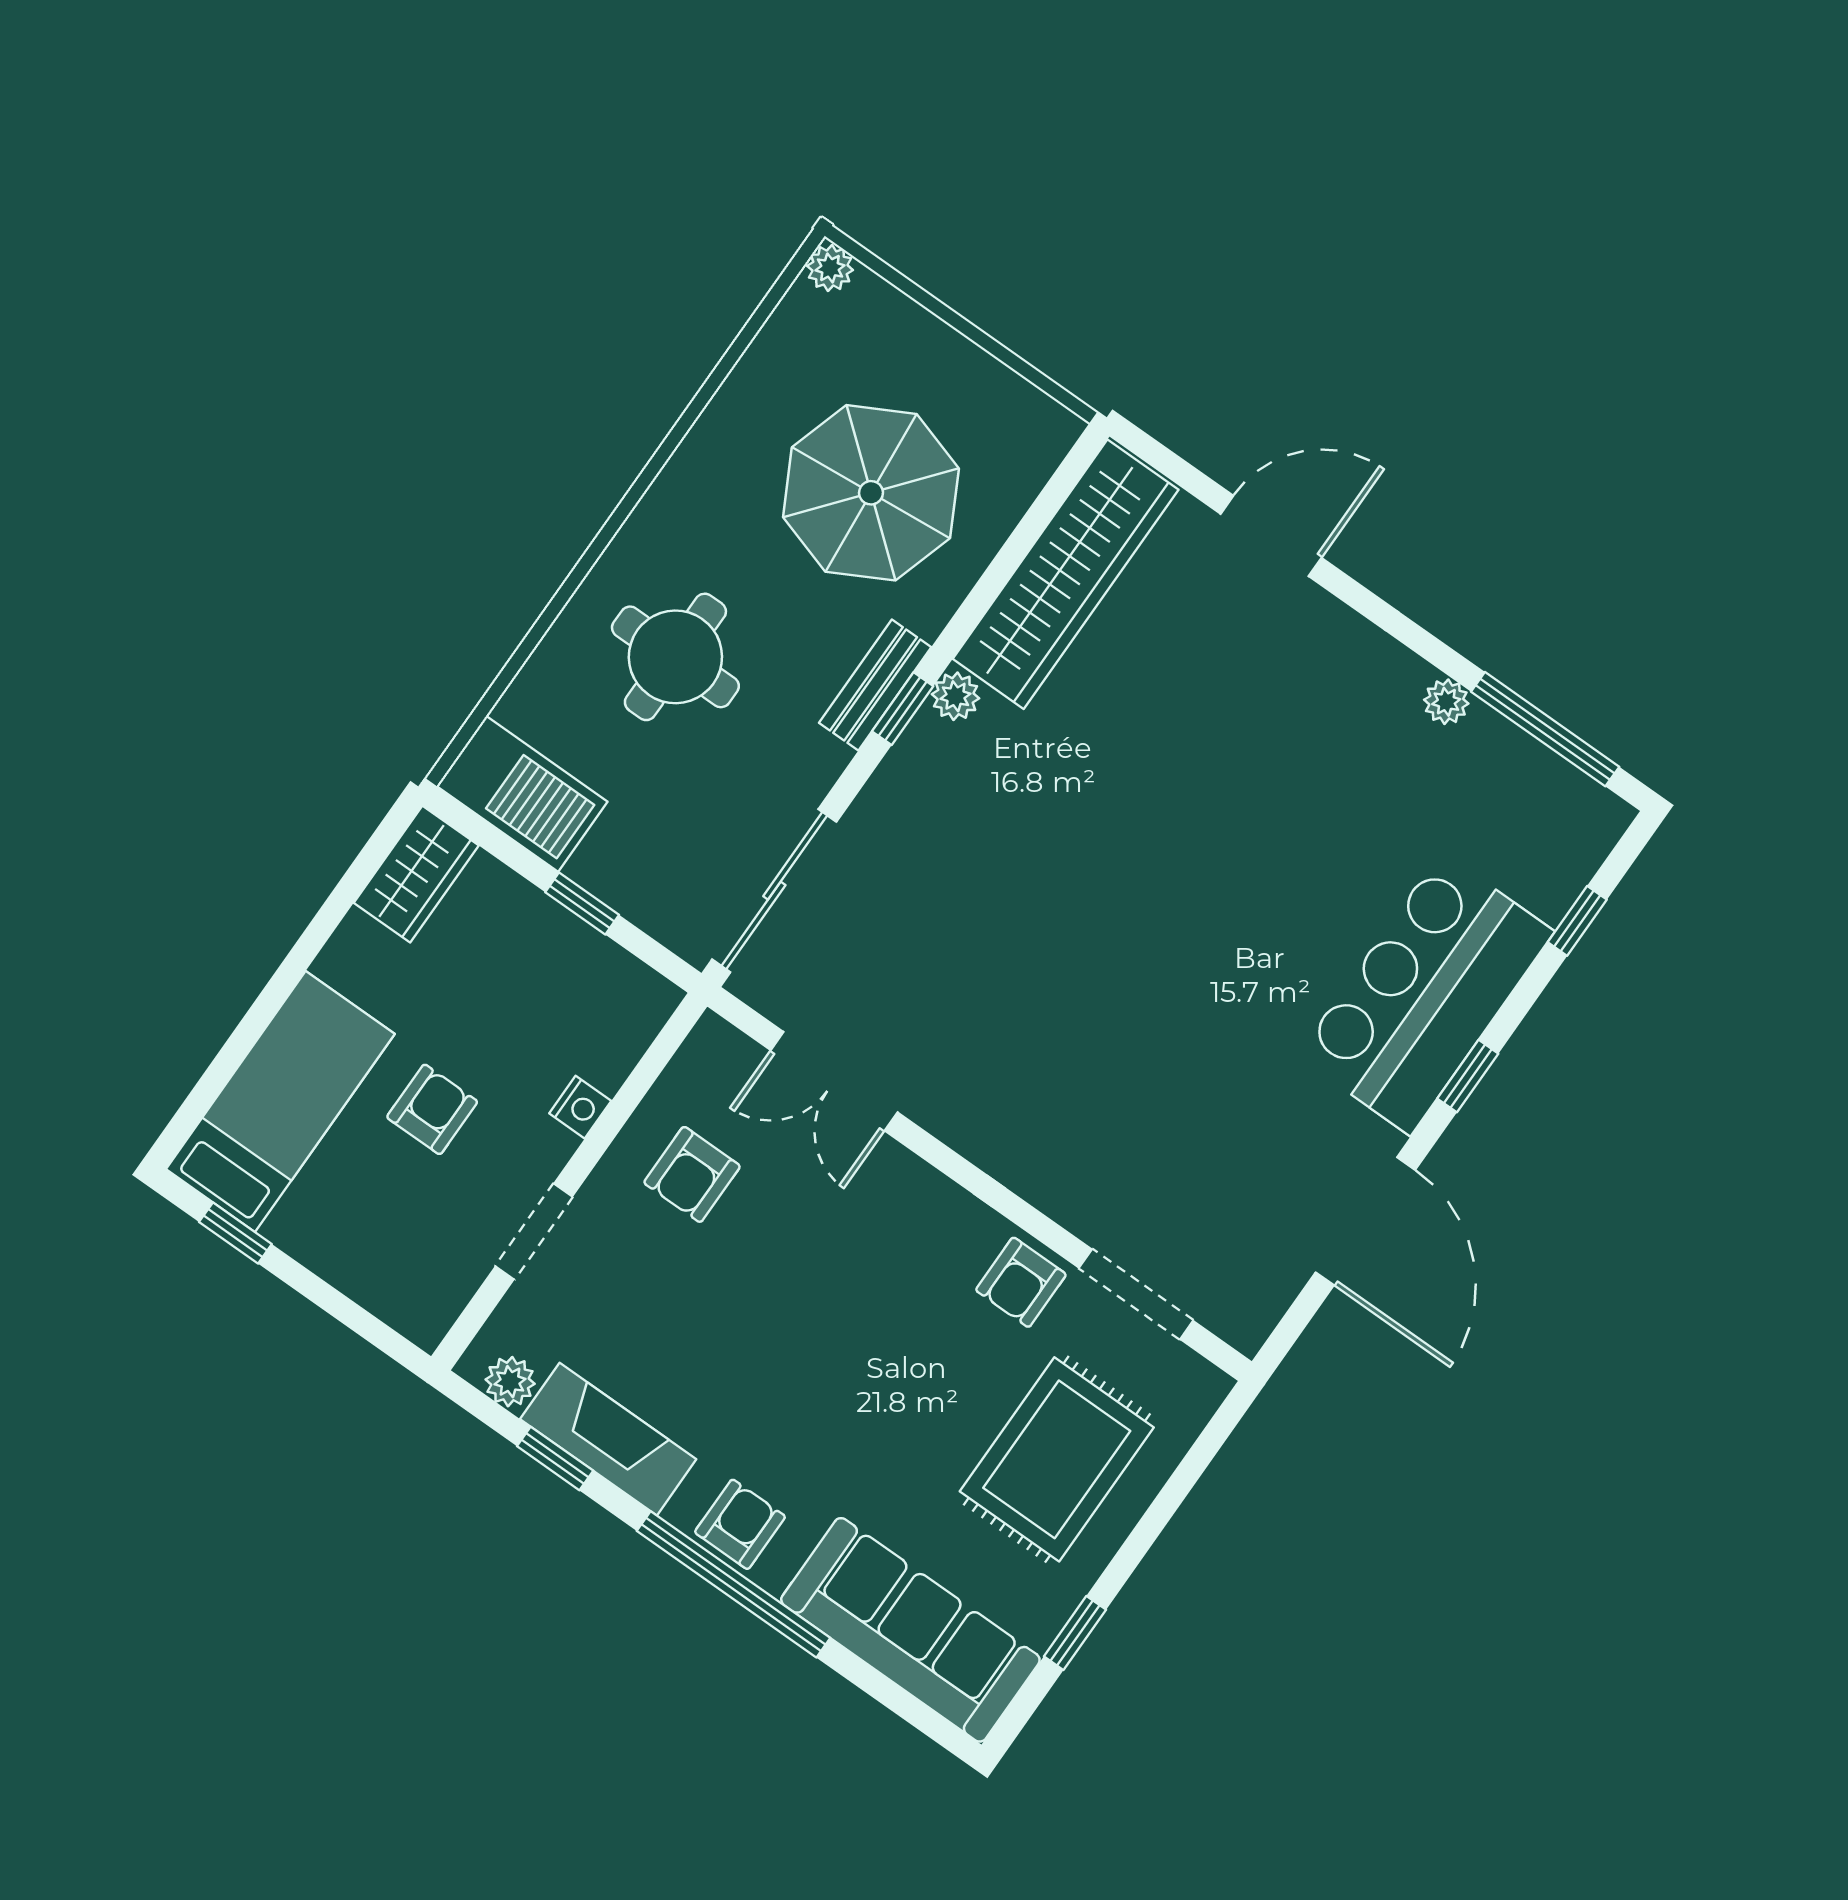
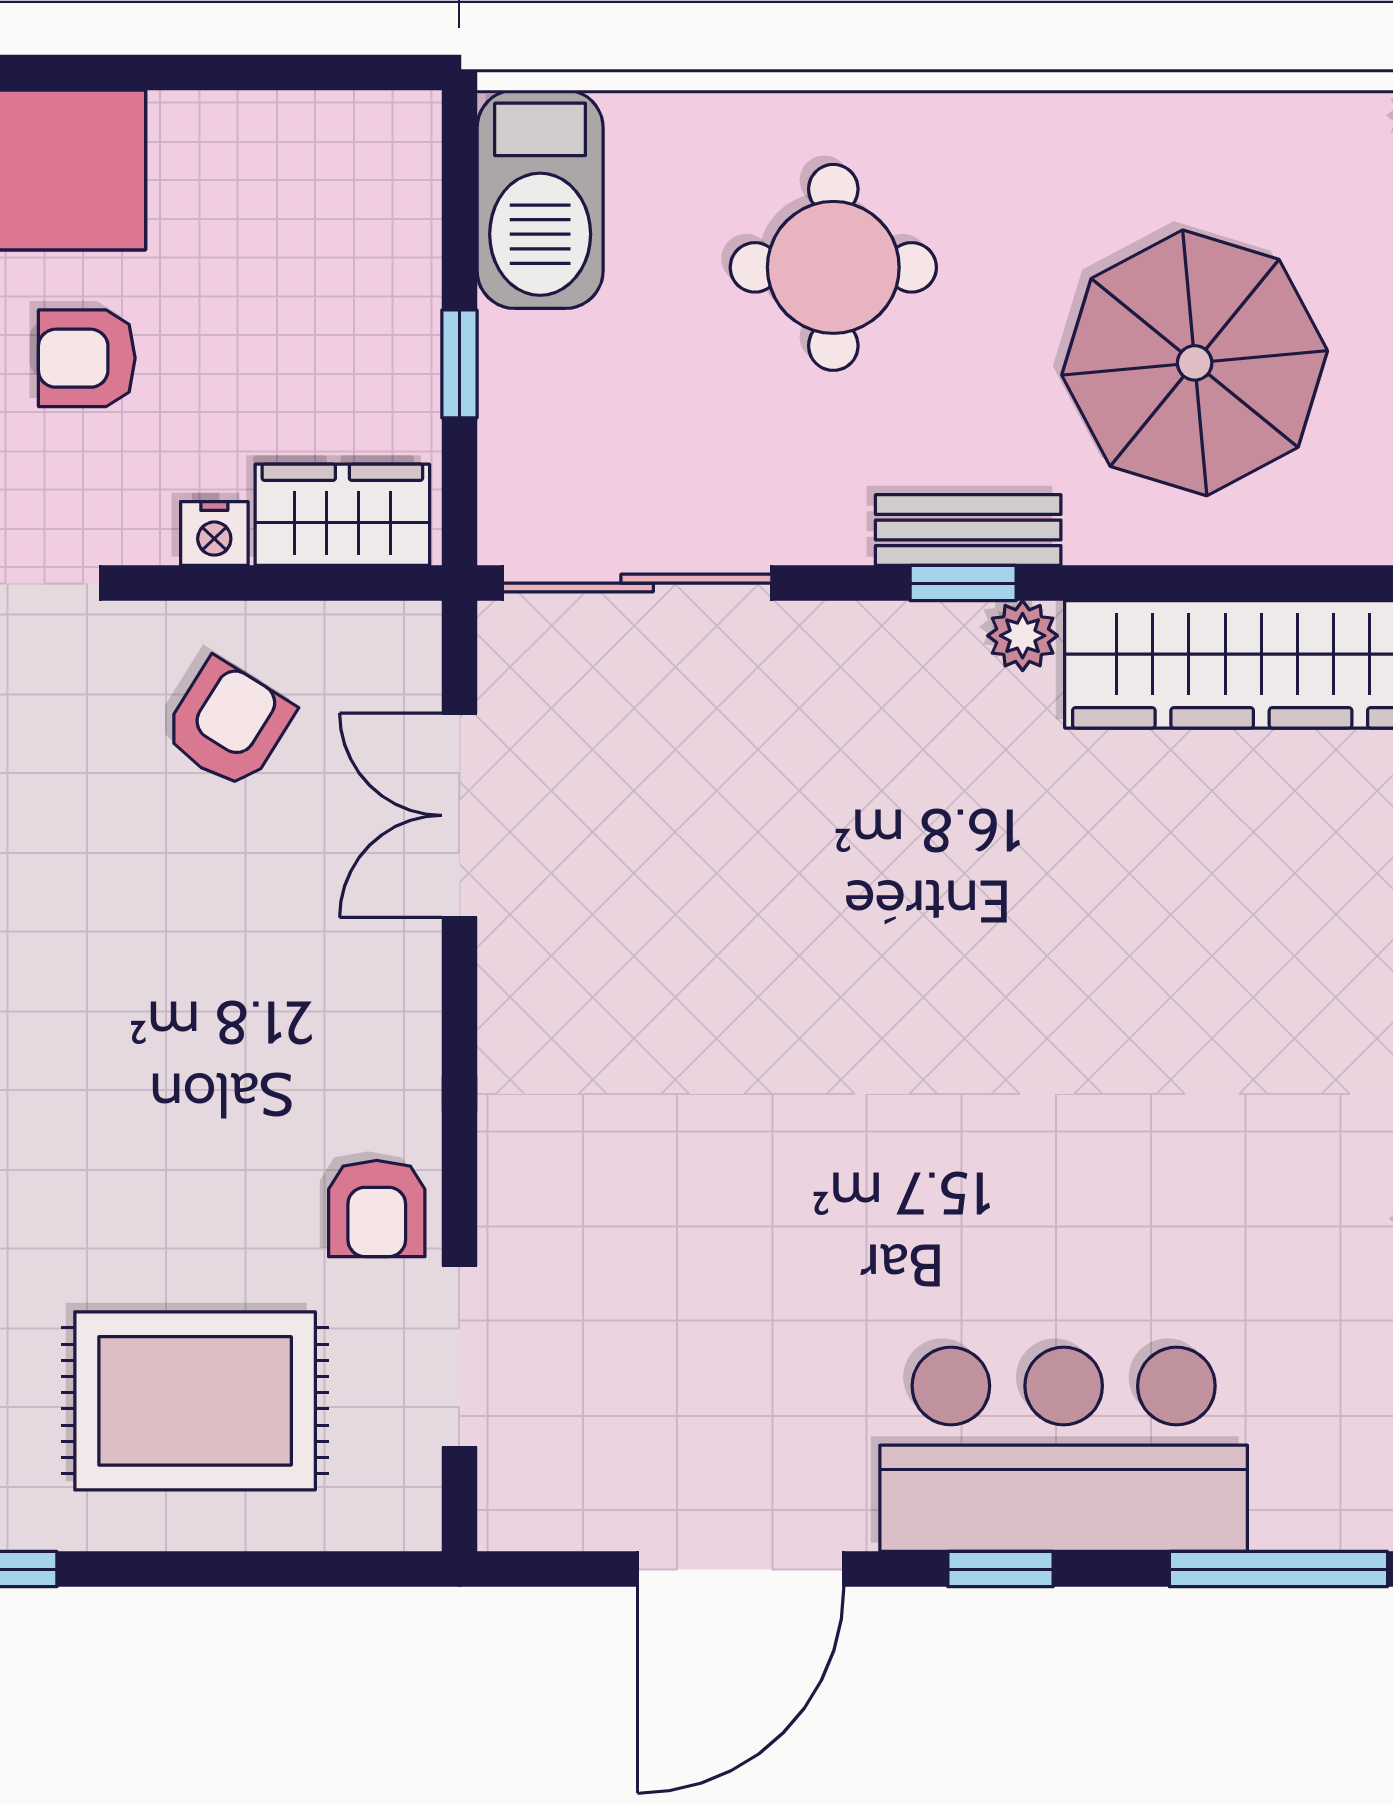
wardrobe: (416, 874) -> (342, 515), moved, turned 180
window: (1577, 921) -> (1278, 1569), width x2.17
armchair: (432, 1109) -> (87, 358), turned 180
armchair: (692, 1174) -> (228, 724), turned 122
armchair: (1021, 1282) -> (377, 1208), turned -90

